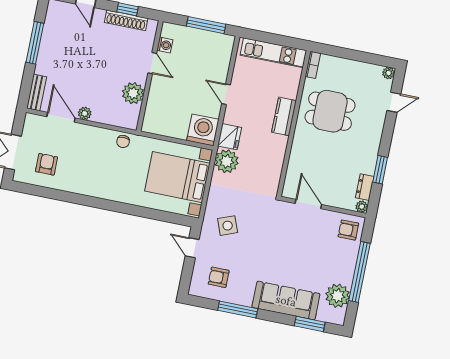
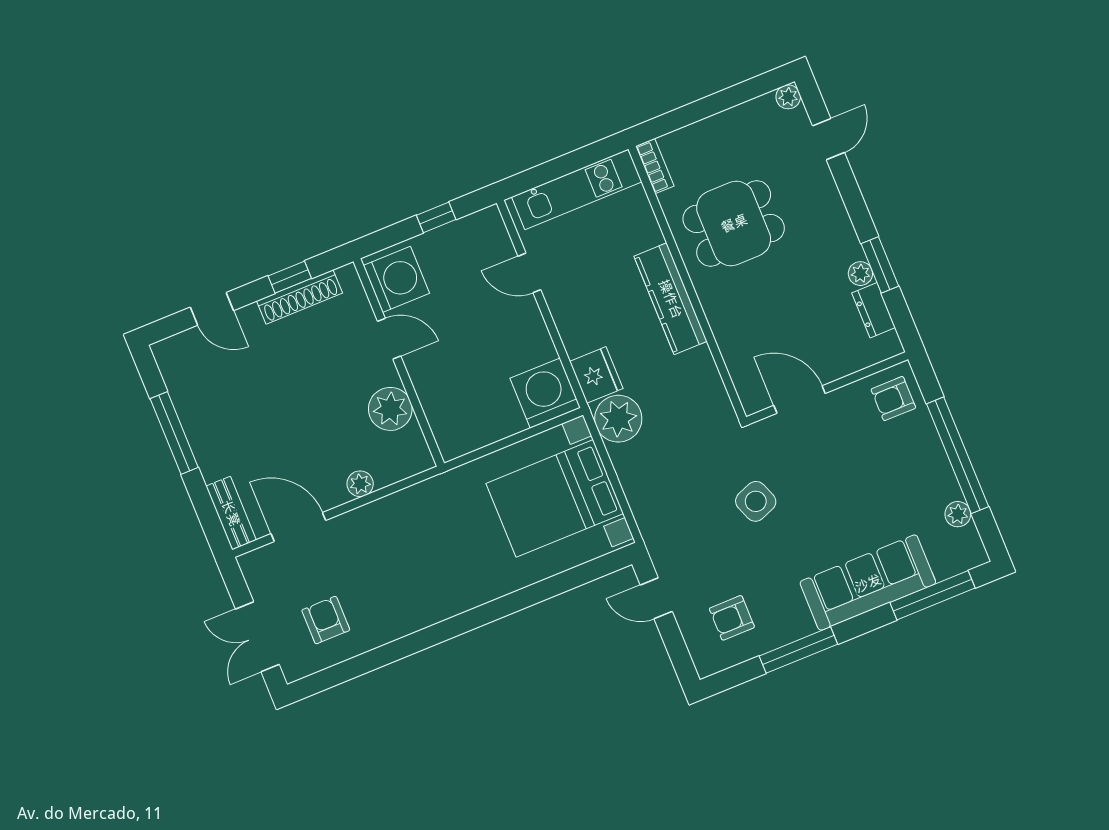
window: (206, 25) -> (436, 217), width x0.46
washing machine: (165, 45) -> (396, 279), width x1.89, depth x1.89
door: (226, 94) -> (529, 273), moved
plant: (85, 113) -> (360, 484), moved
kitchen counter: (284, 116) -> (671, 299), width x1.50
chair: (123, 141) -> (427, 499), removed
plant: (362, 207) -> (860, 274), moved
side table: (228, 226) -> (756, 501), moved
plant: (338, 296) -> (958, 514), width x0.53, depth x0.53
window: (310, 324) -> (933, 595), width x1.44

